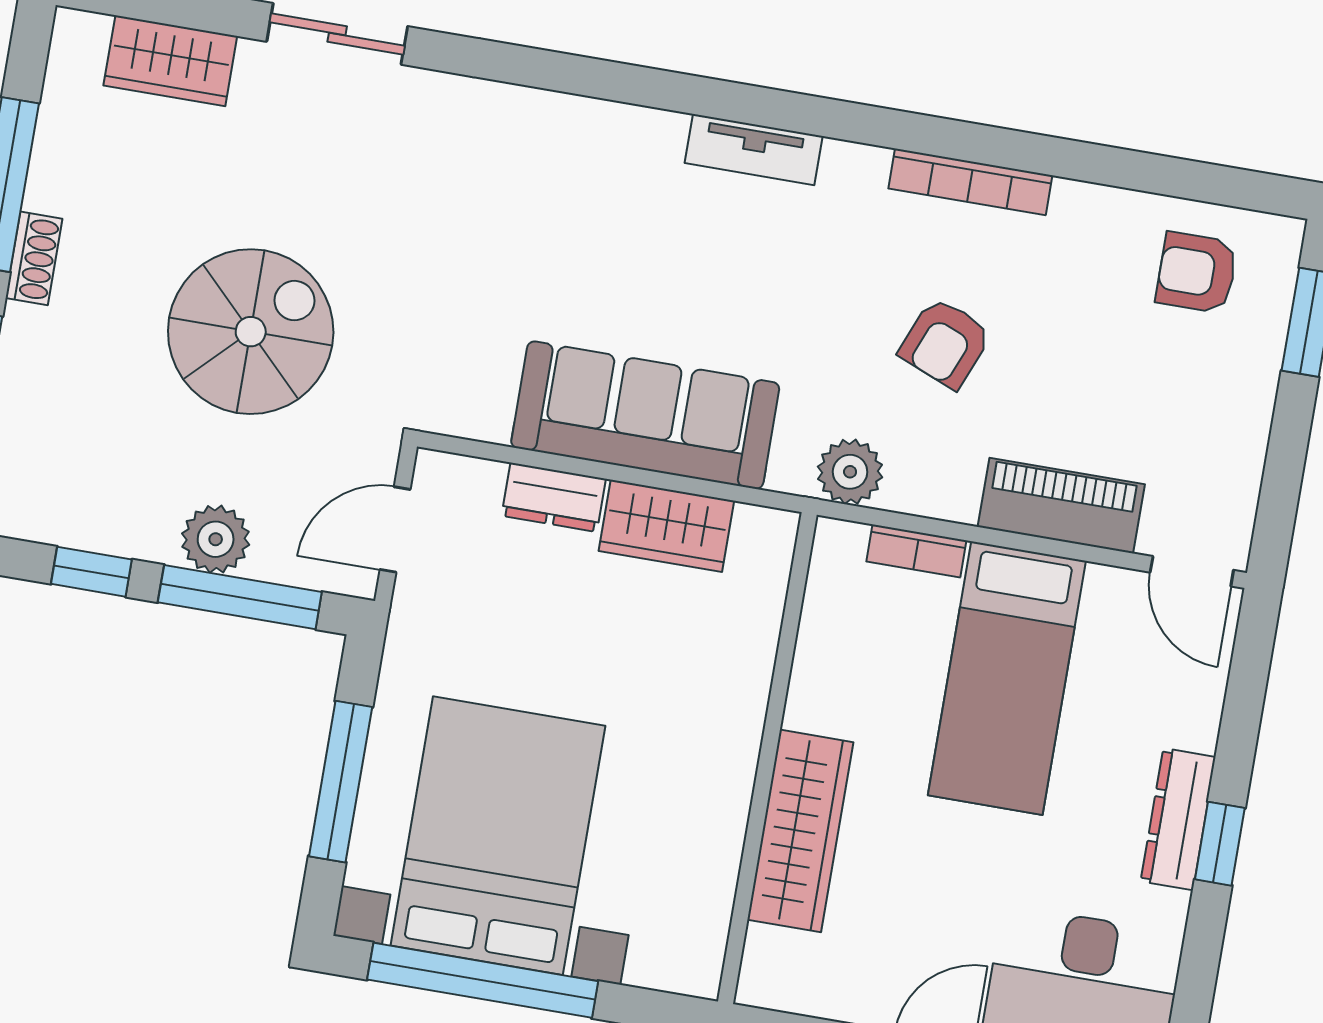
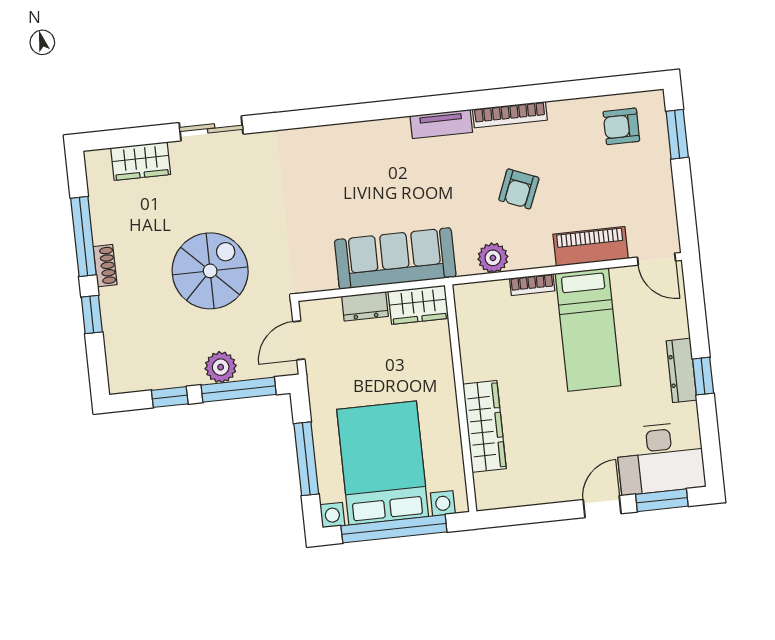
tv unit: (754, 150) -> (441, 124), moved
wall: (767, 758) -> (461, 398), moved
wardrobe: (800, 831) -> (484, 426), moved

